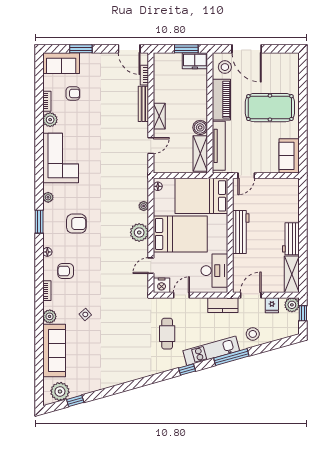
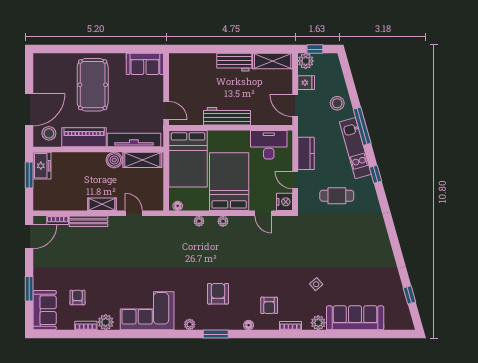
plant: (139, 232) -> (223, 221), width x0.53, depth x0.53
kitchen counter: (223, 305) -> (306, 153), moved
plant: (60, 392) -> (399, 312), removed

